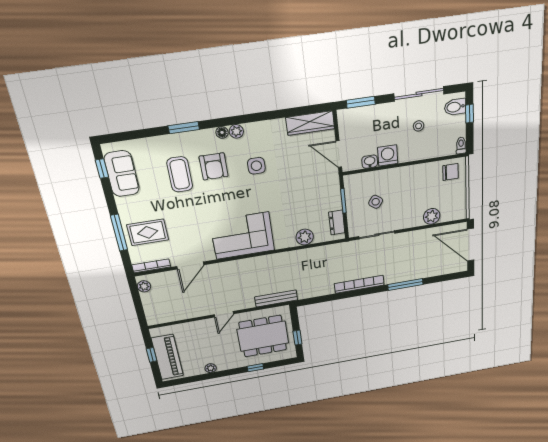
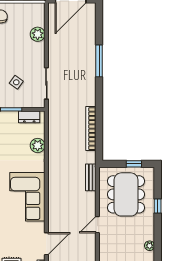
door: (190, 266) -> (46, 244), hinge flipped
bookcase: (359, 284) -> (91, 129), moved
bench: (276, 298) -> (91, 177), width x0.73
door: (224, 314) -> (97, 225), swing flipped

